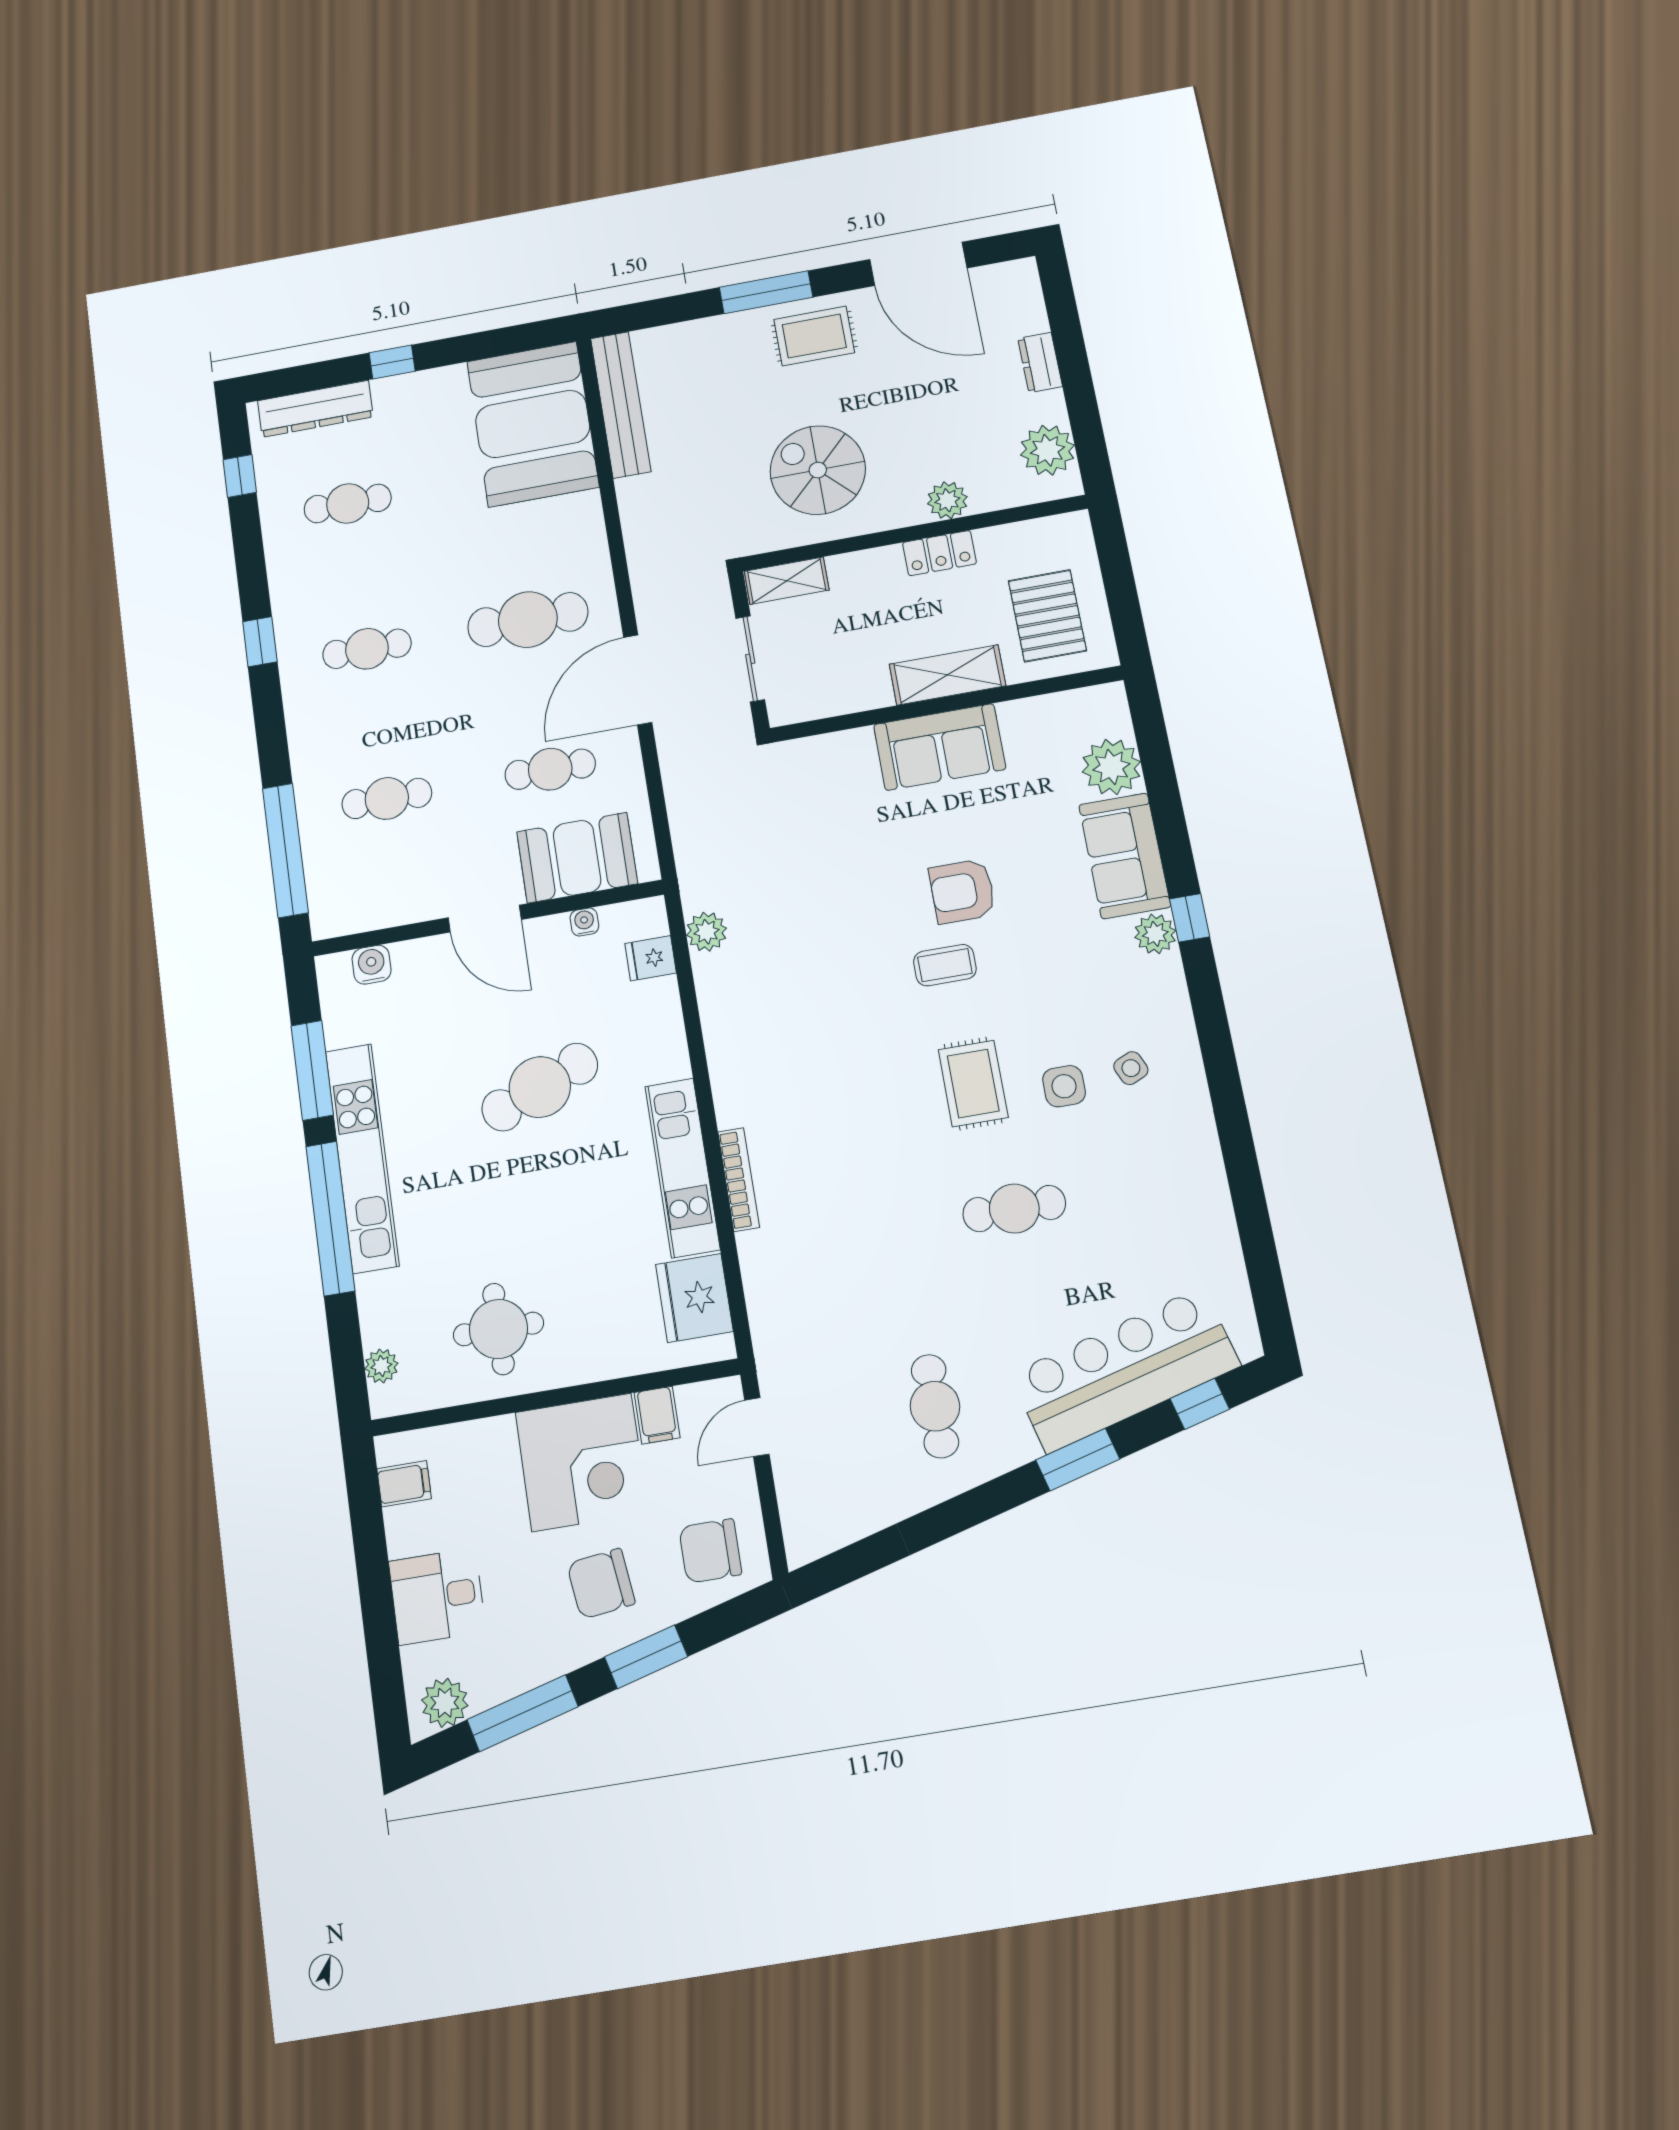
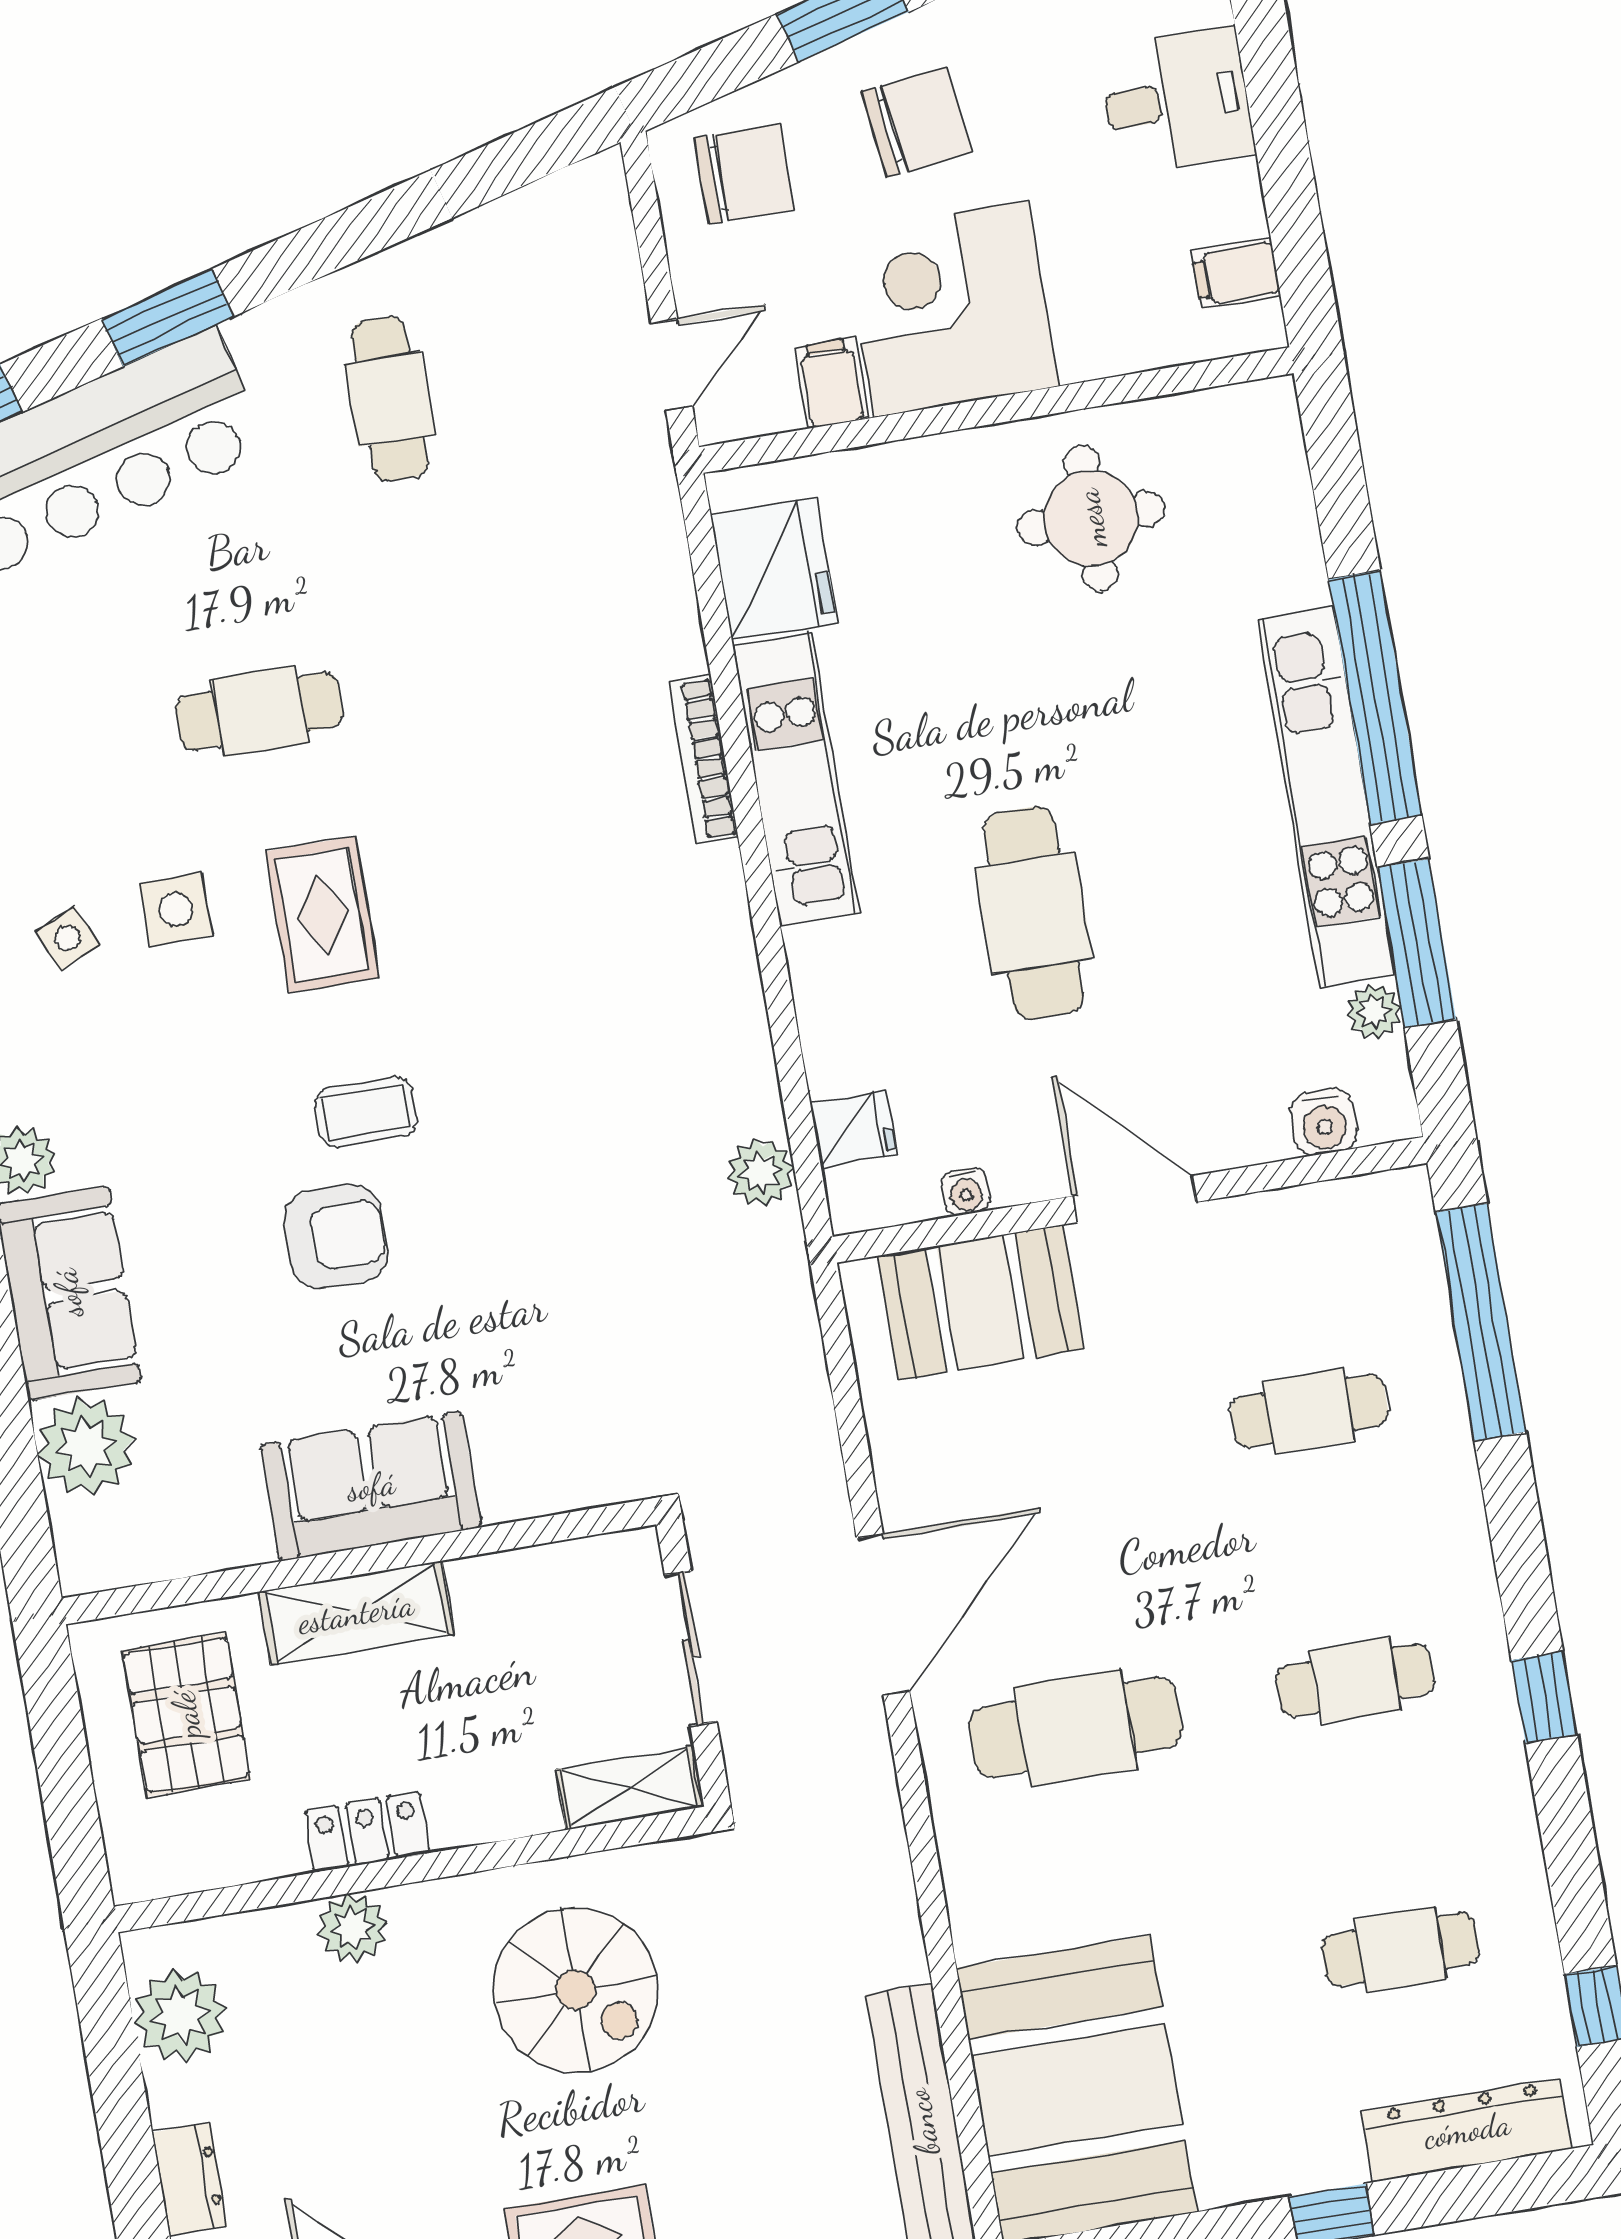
cafe table: (550, 769) -> (1030, 1458), removed
cafe table: (540, 1087) -> (1034, 913), turned -68
plant: (381, 1366) -> (1374, 1011), moved

